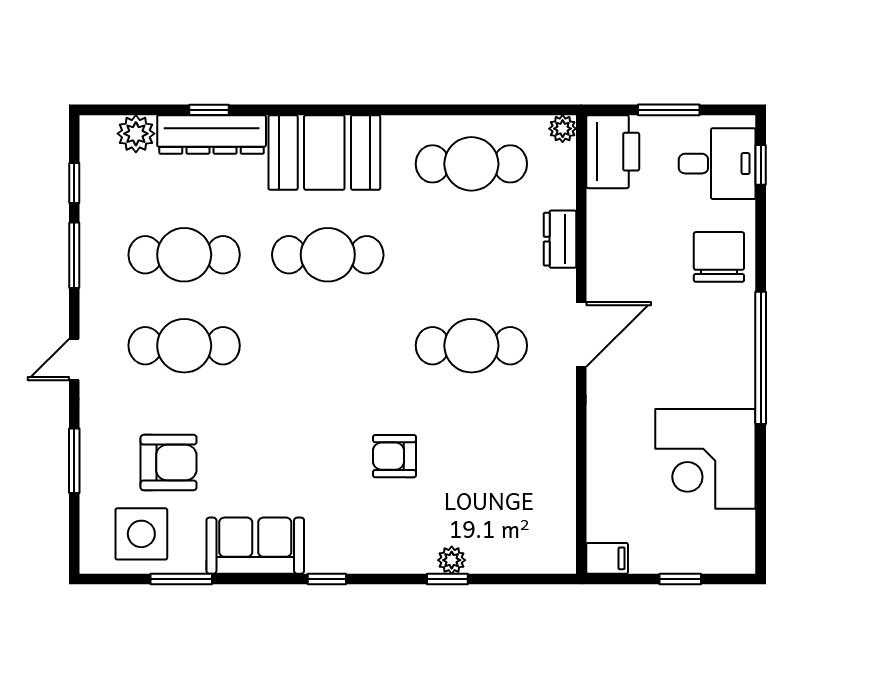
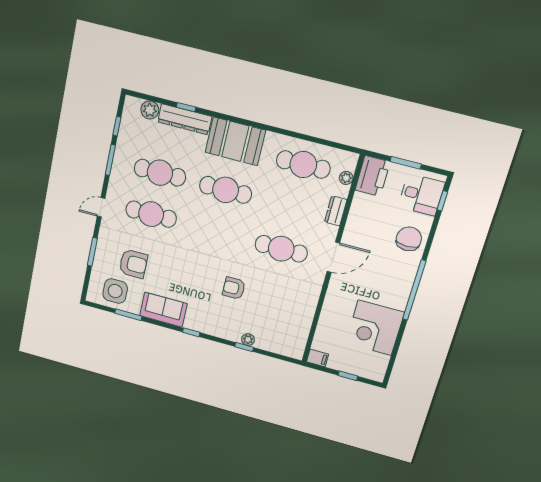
plant: (563, 129) -> (346, 178), moved

